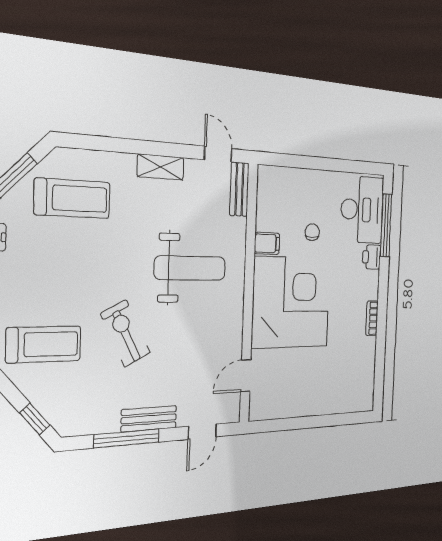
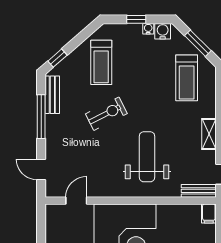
filing cabinet: (267, 243) -> (209, 214), moved
weight bench: (190, 268) -> (147, 157), turned 180
door: (246, 376) -> (76, 201), hinge flipped
bench: (149, 419) -> (52, 95), moved

